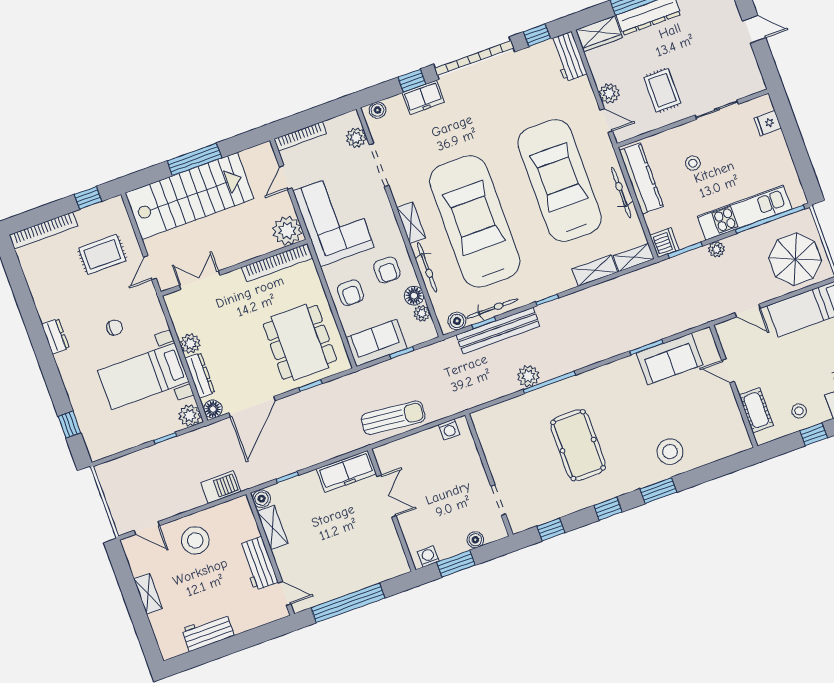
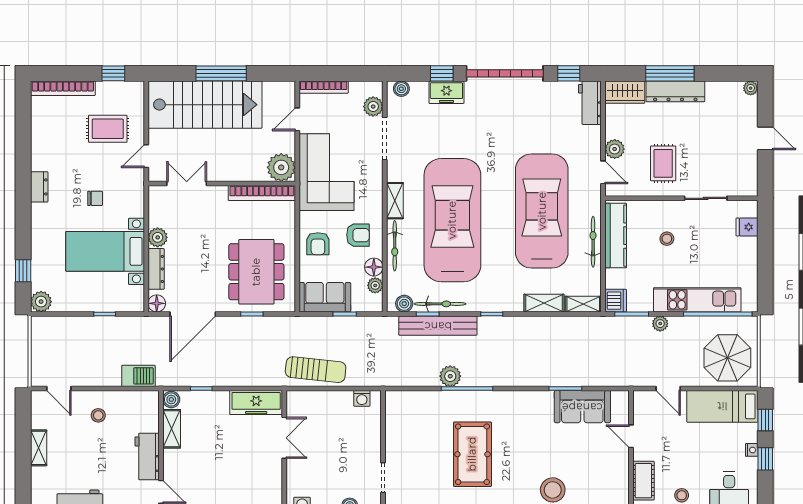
armchair: (387, 270) -> (358, 235), turned -90
plant: (190, 416) -> (41, 302), moved
stool: (195, 540) -> (98, 415), width x0.53, depth x0.53

